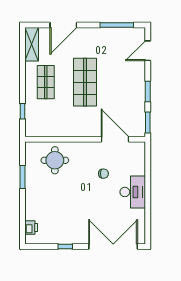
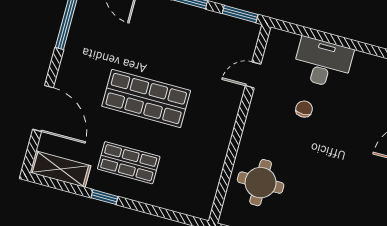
window: (22, 111) -> (104, 197), moved
door: (115, 139) -> (253, 75), width x0.53
desk: (133, 192) -> (323, 63), moved

